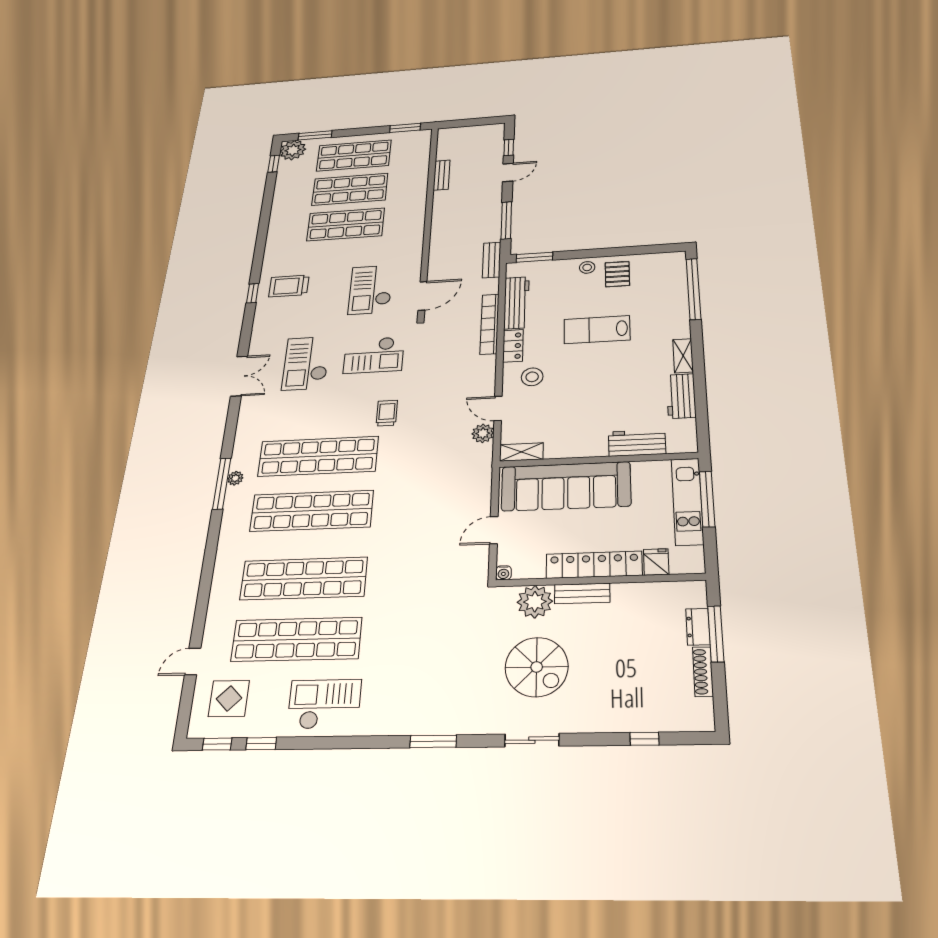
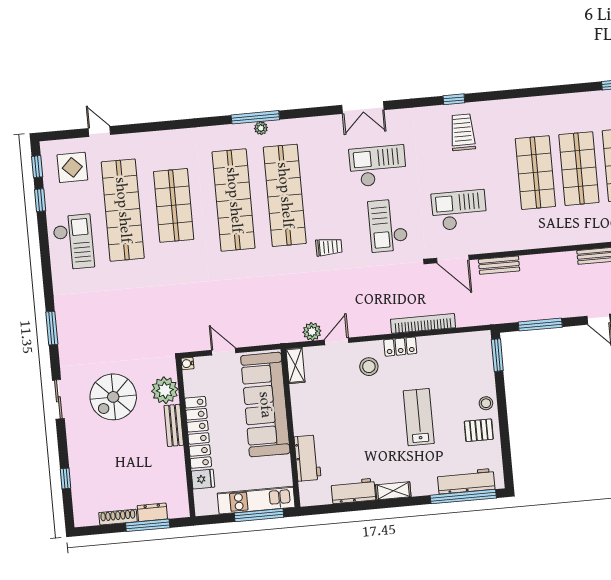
bench: (492, 260) -> (499, 265), moved
workbench: (517, 303) -> (466, 481), moved, turned 180
shop shelf: (304, 578) -> (174, 205), width x0.71

